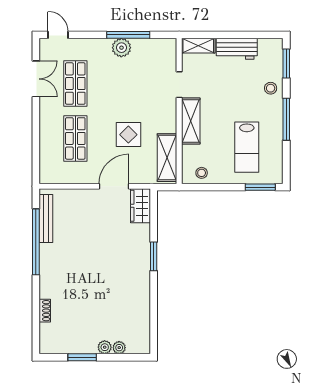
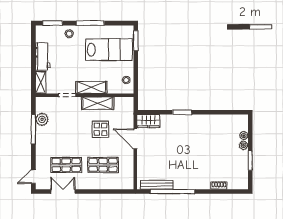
plant: (121, 48) -> (42, 119), moved
lab bench: (247, 147) -> (109, 50), width x1.36, depth x1.39
shelving: (167, 158) -> (98, 103), moved

